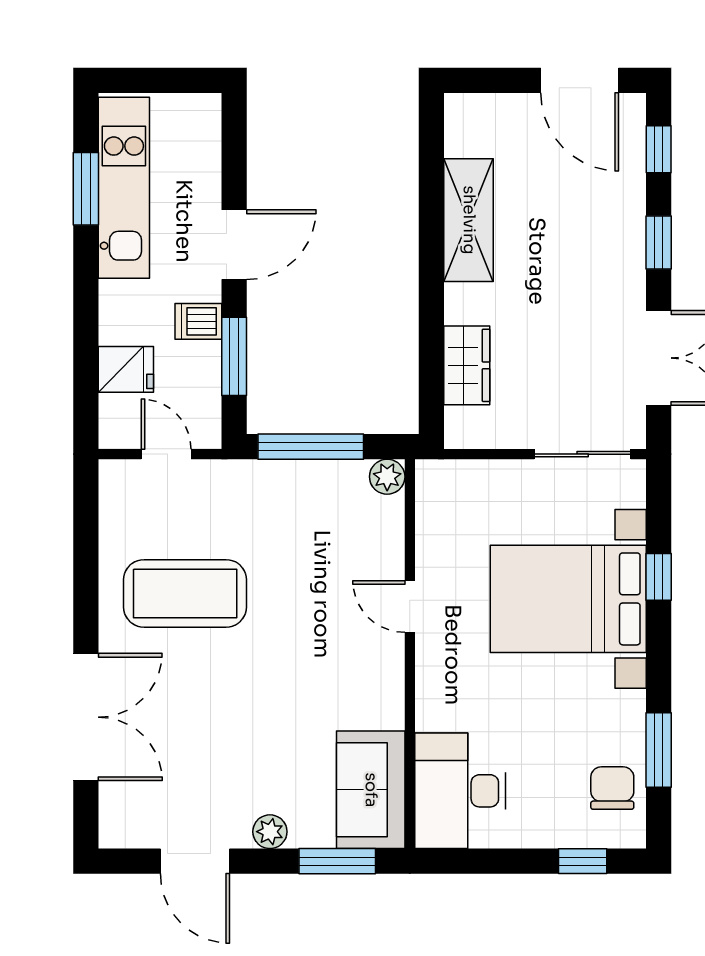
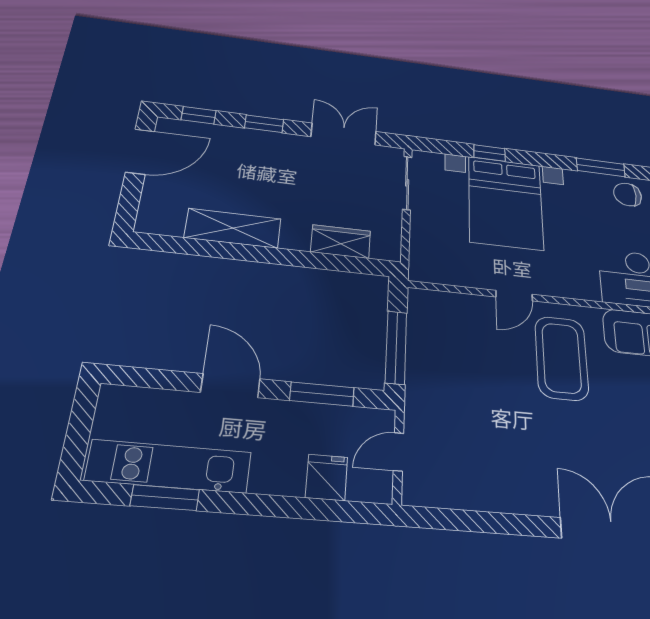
dishwasher: (198, 321) -> (291, 418), removed
plant: (387, 477) -> (420, 300), removed
coffee table: (185, 593) -> (562, 358), moved

